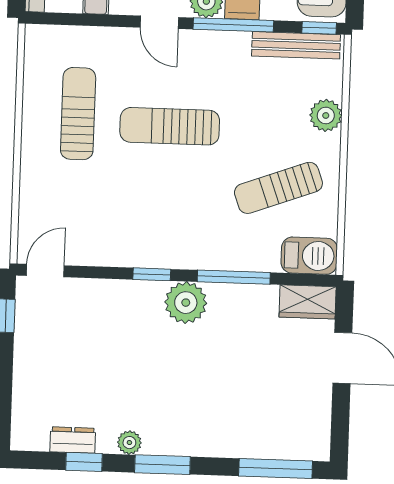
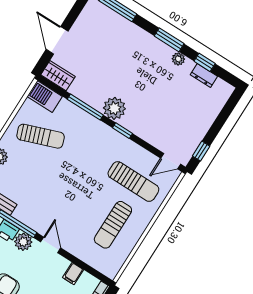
sun lounger: (170, 126) -> (133, 182), moved

